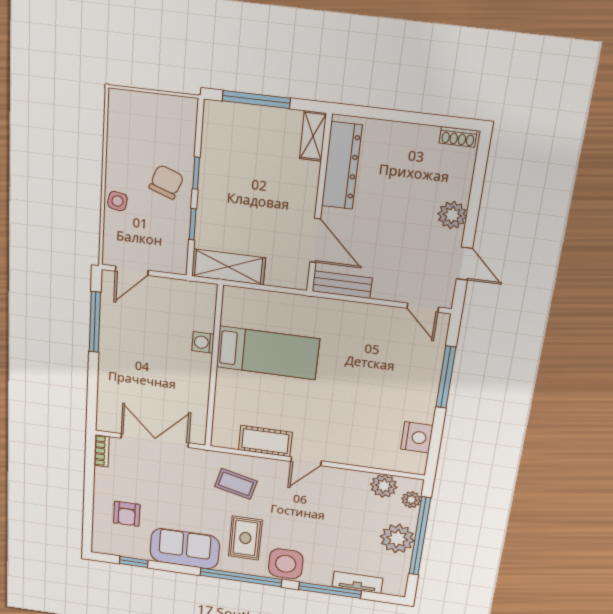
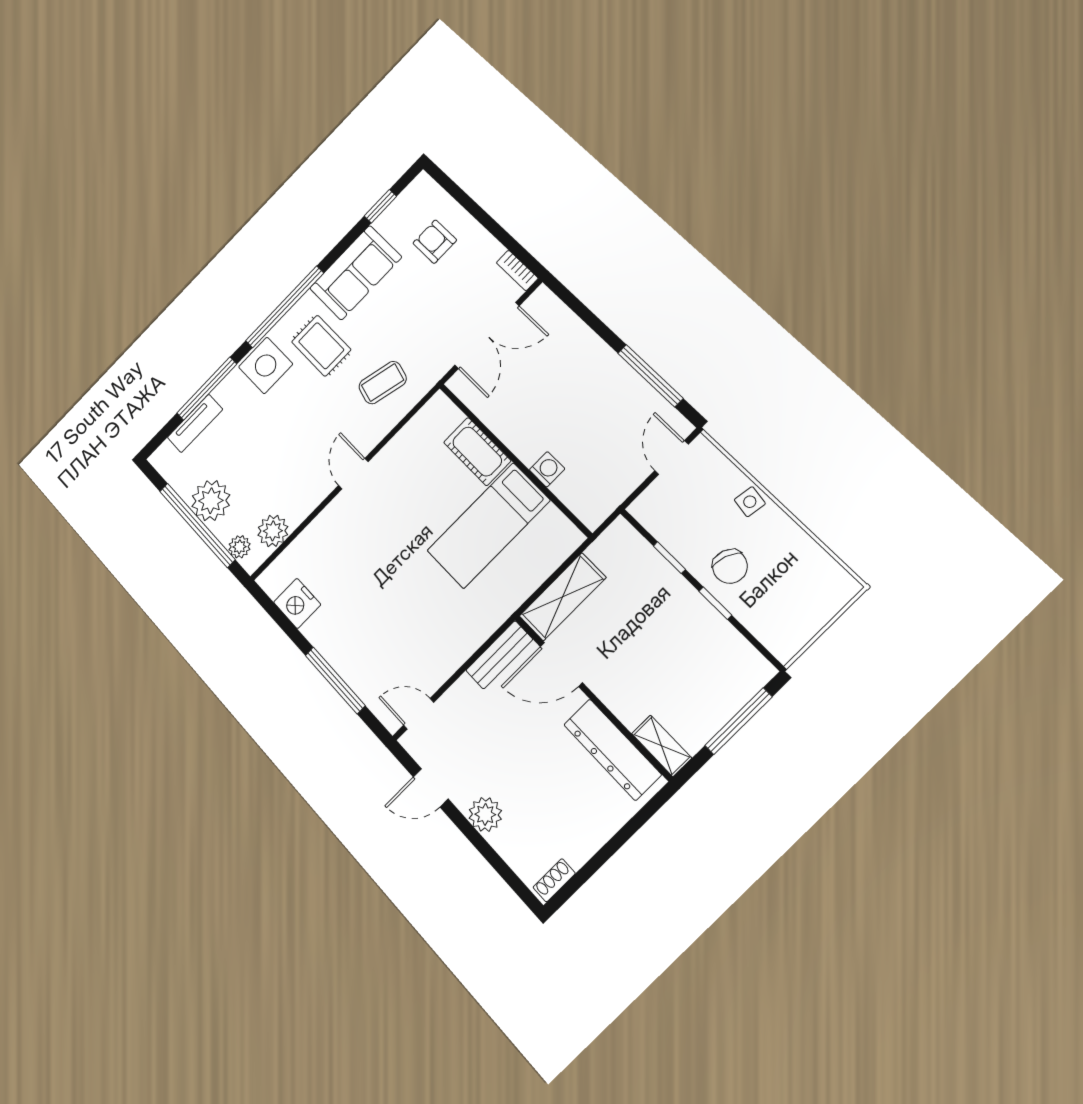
shelving: (228, 267) -> (563, 597), moved
cot: (265, 441) -> (477, 452), moved, turned 90

